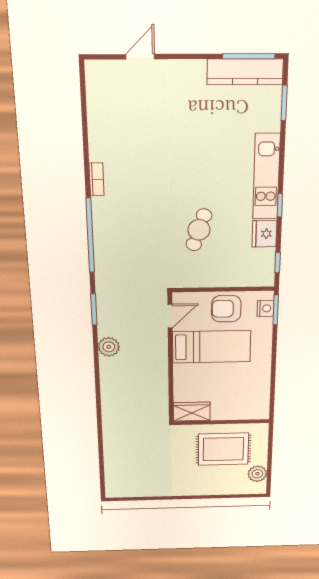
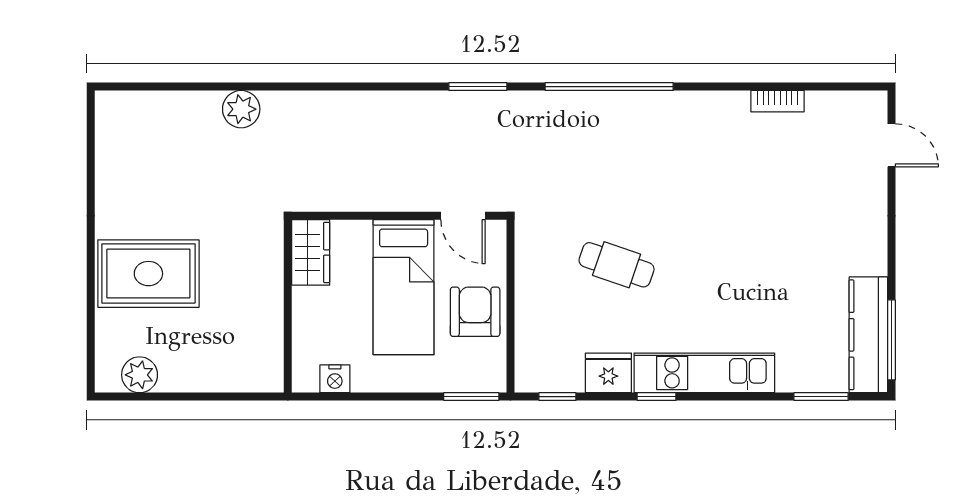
door: (140, 57) -> (892, 145), moved
bookcase: (97, 179) -> (778, 101), moved
nightstand: (265, 308) -> (335, 379), moved
plant: (109, 347) -> (241, 109), moved
wardrobe: (192, 412) -> (311, 252), moved
wall: (221, 422) -> (288, 306), moved
rug: (223, 449) -> (148, 274), moved, turned 90

